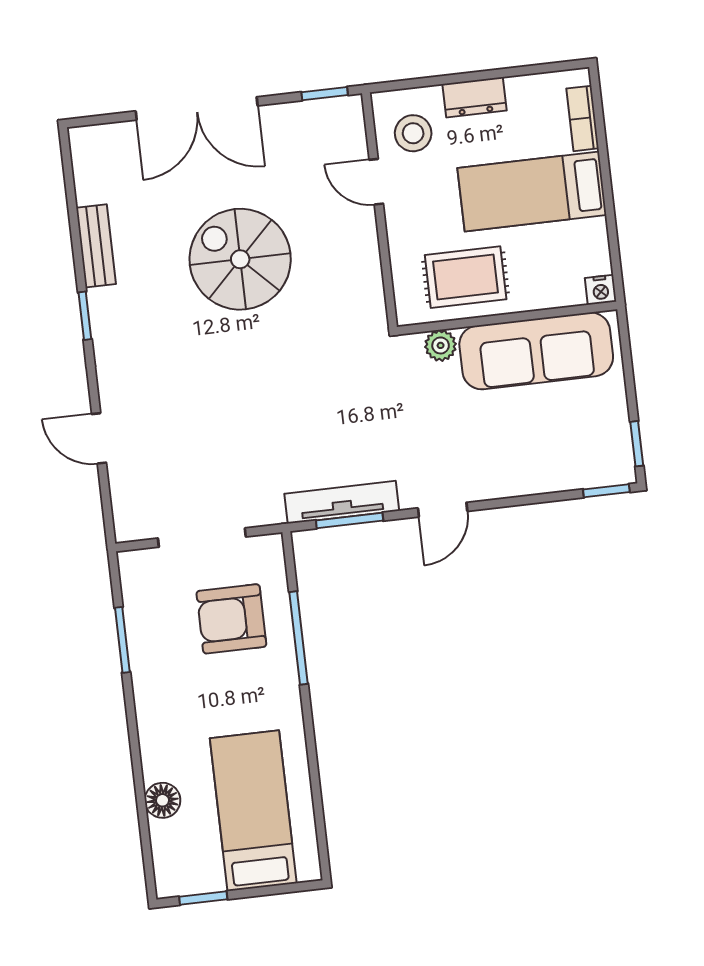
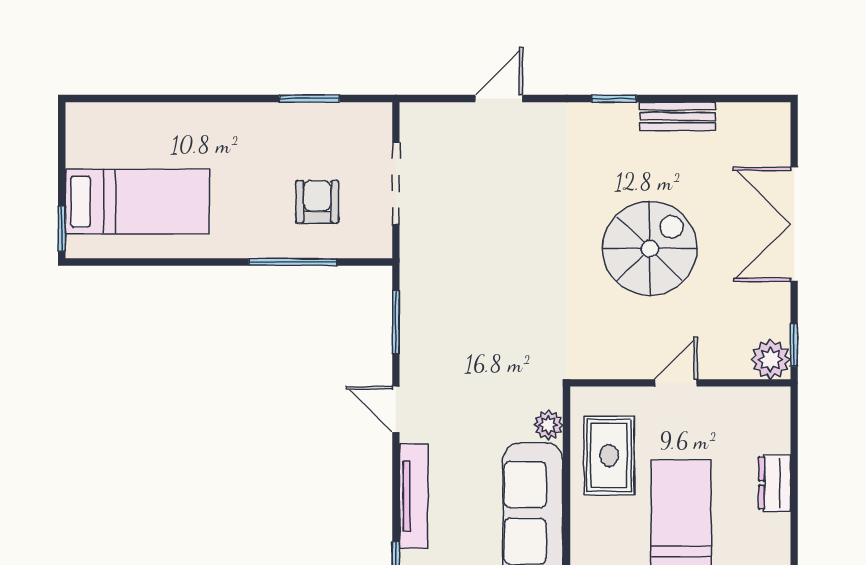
plant: (343, 117) -> (771, 359), added
stool: (413, 133) -> (748, 422), removed
door: (376, 182) -> (676, 383), moved
tv unit: (342, 502) -> (414, 496), moved
armchair: (231, 619) -> (317, 202), width x0.72, depth x0.72
floor lamp: (163, 800) -> (157, 119), removed
window: (203, 898) -> (62, 229), moved

